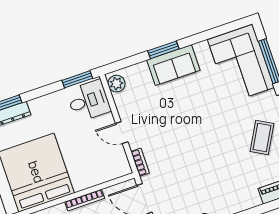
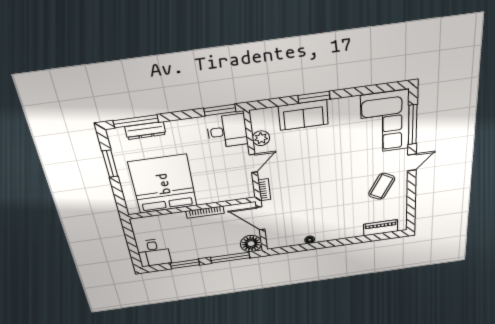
sofa: (173, 65) -> (303, 115), moved
plant: (116, 84) -> (261, 138), moved
door: (122, 133) -> (253, 163), swing flipped

